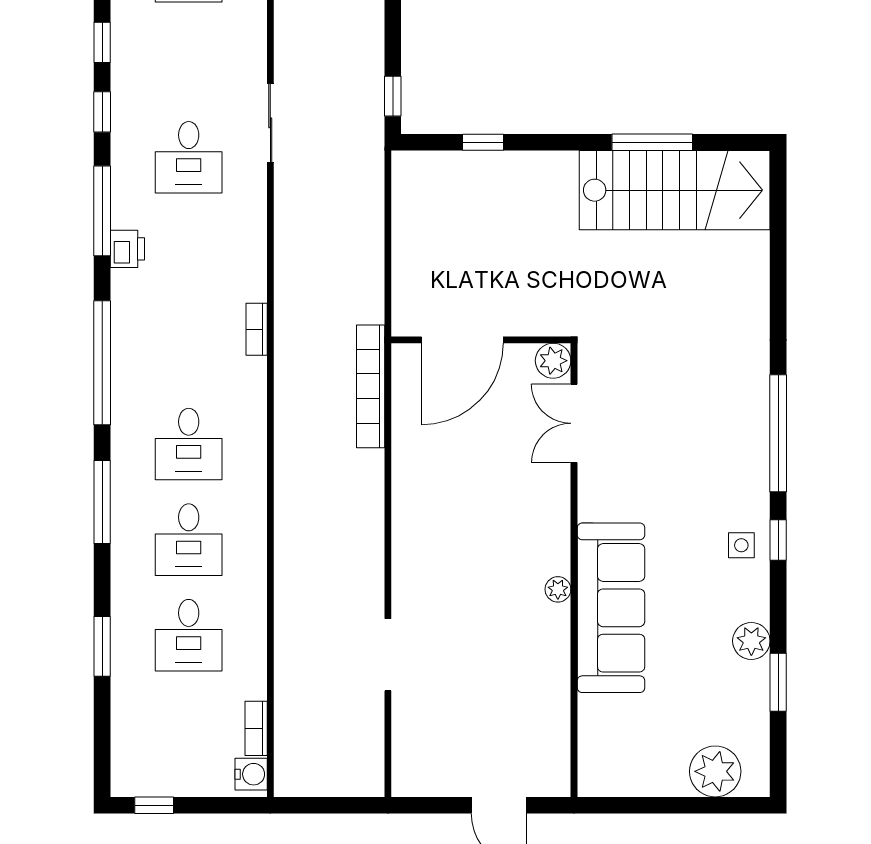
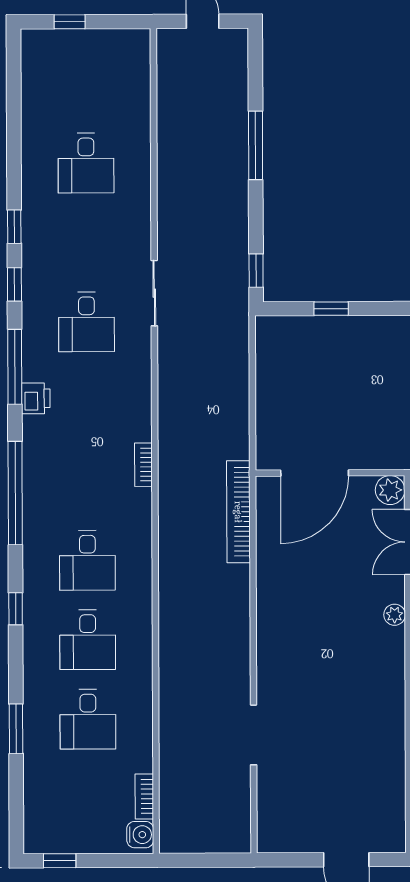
window: (102, 502) -> (16, 609), width x0.46
plant: (558, 589) -> (395, 615), moved

